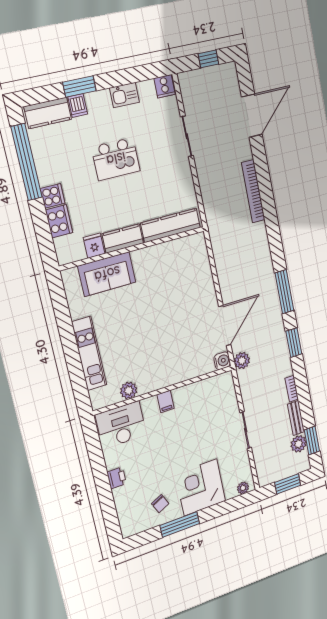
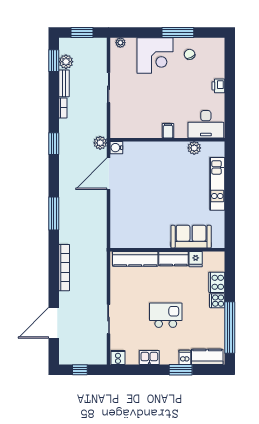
window: (284, 292) -> (54, 213), moved

